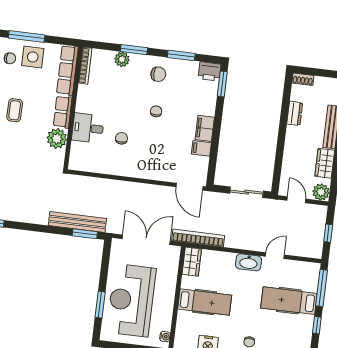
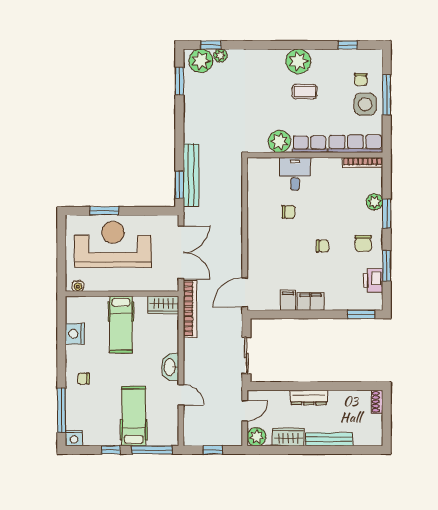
printer: (209, 71) -> (373, 280), moved
dresser: (295, 113) -> (309, 397), moved, width x1.44

